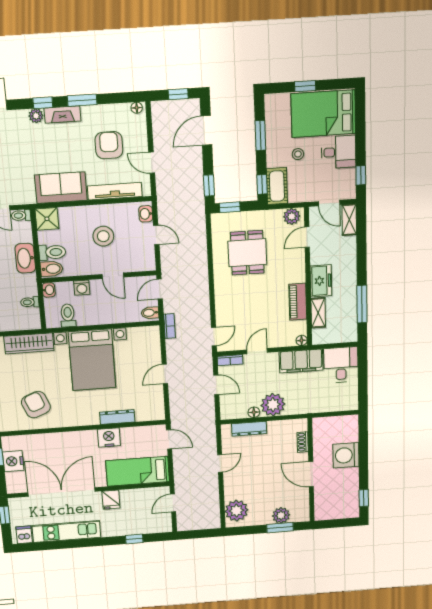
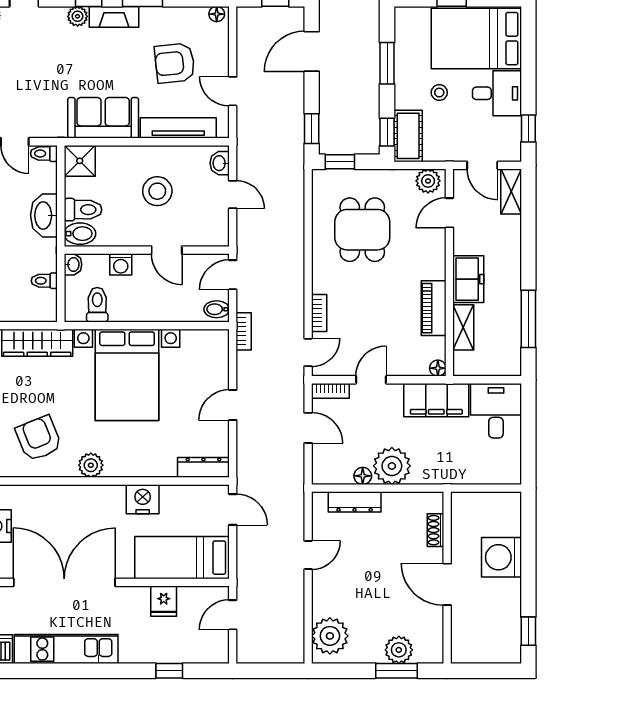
armchair: (109, 145) -> (175, 63), turned -96
bookcase: (220, 310) -> (319, 313), added
dresser: (117, 417) -> (203, 467), moved
plant: (73, 419) -> (91, 465), added
fridge: (111, 500) -> (164, 601), moved

